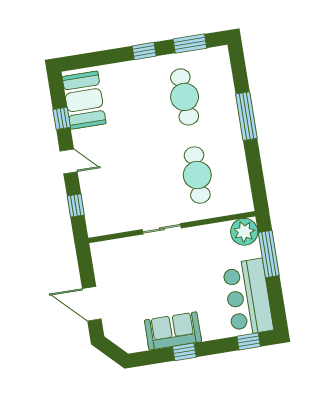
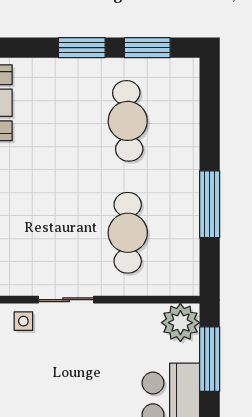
window: (144, 51) -> (82, 48), width x1.50
window: (246, 116) -> (210, 204), moved
side table: (134, 249) -> (23, 321), added

